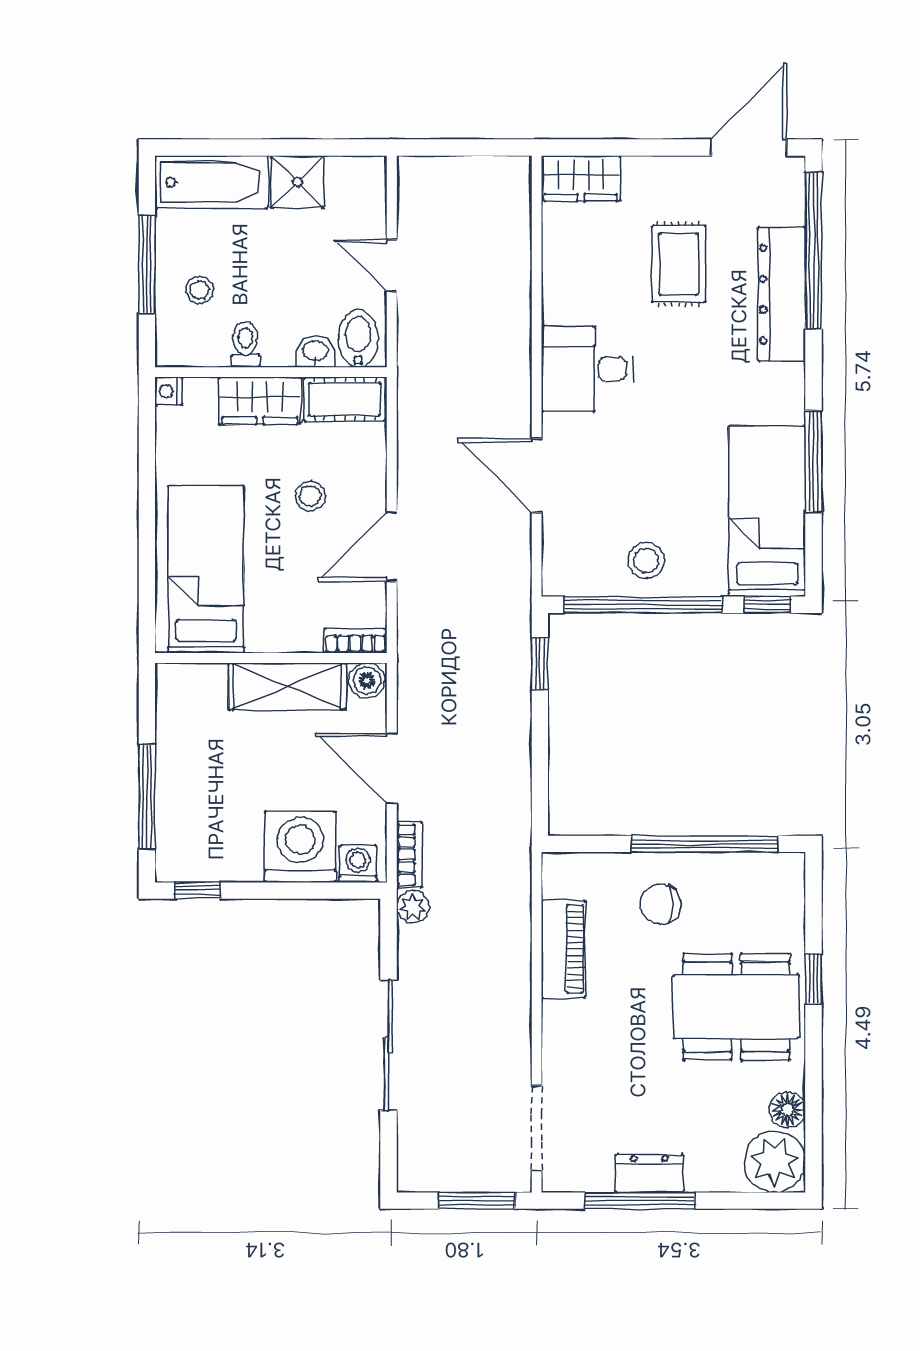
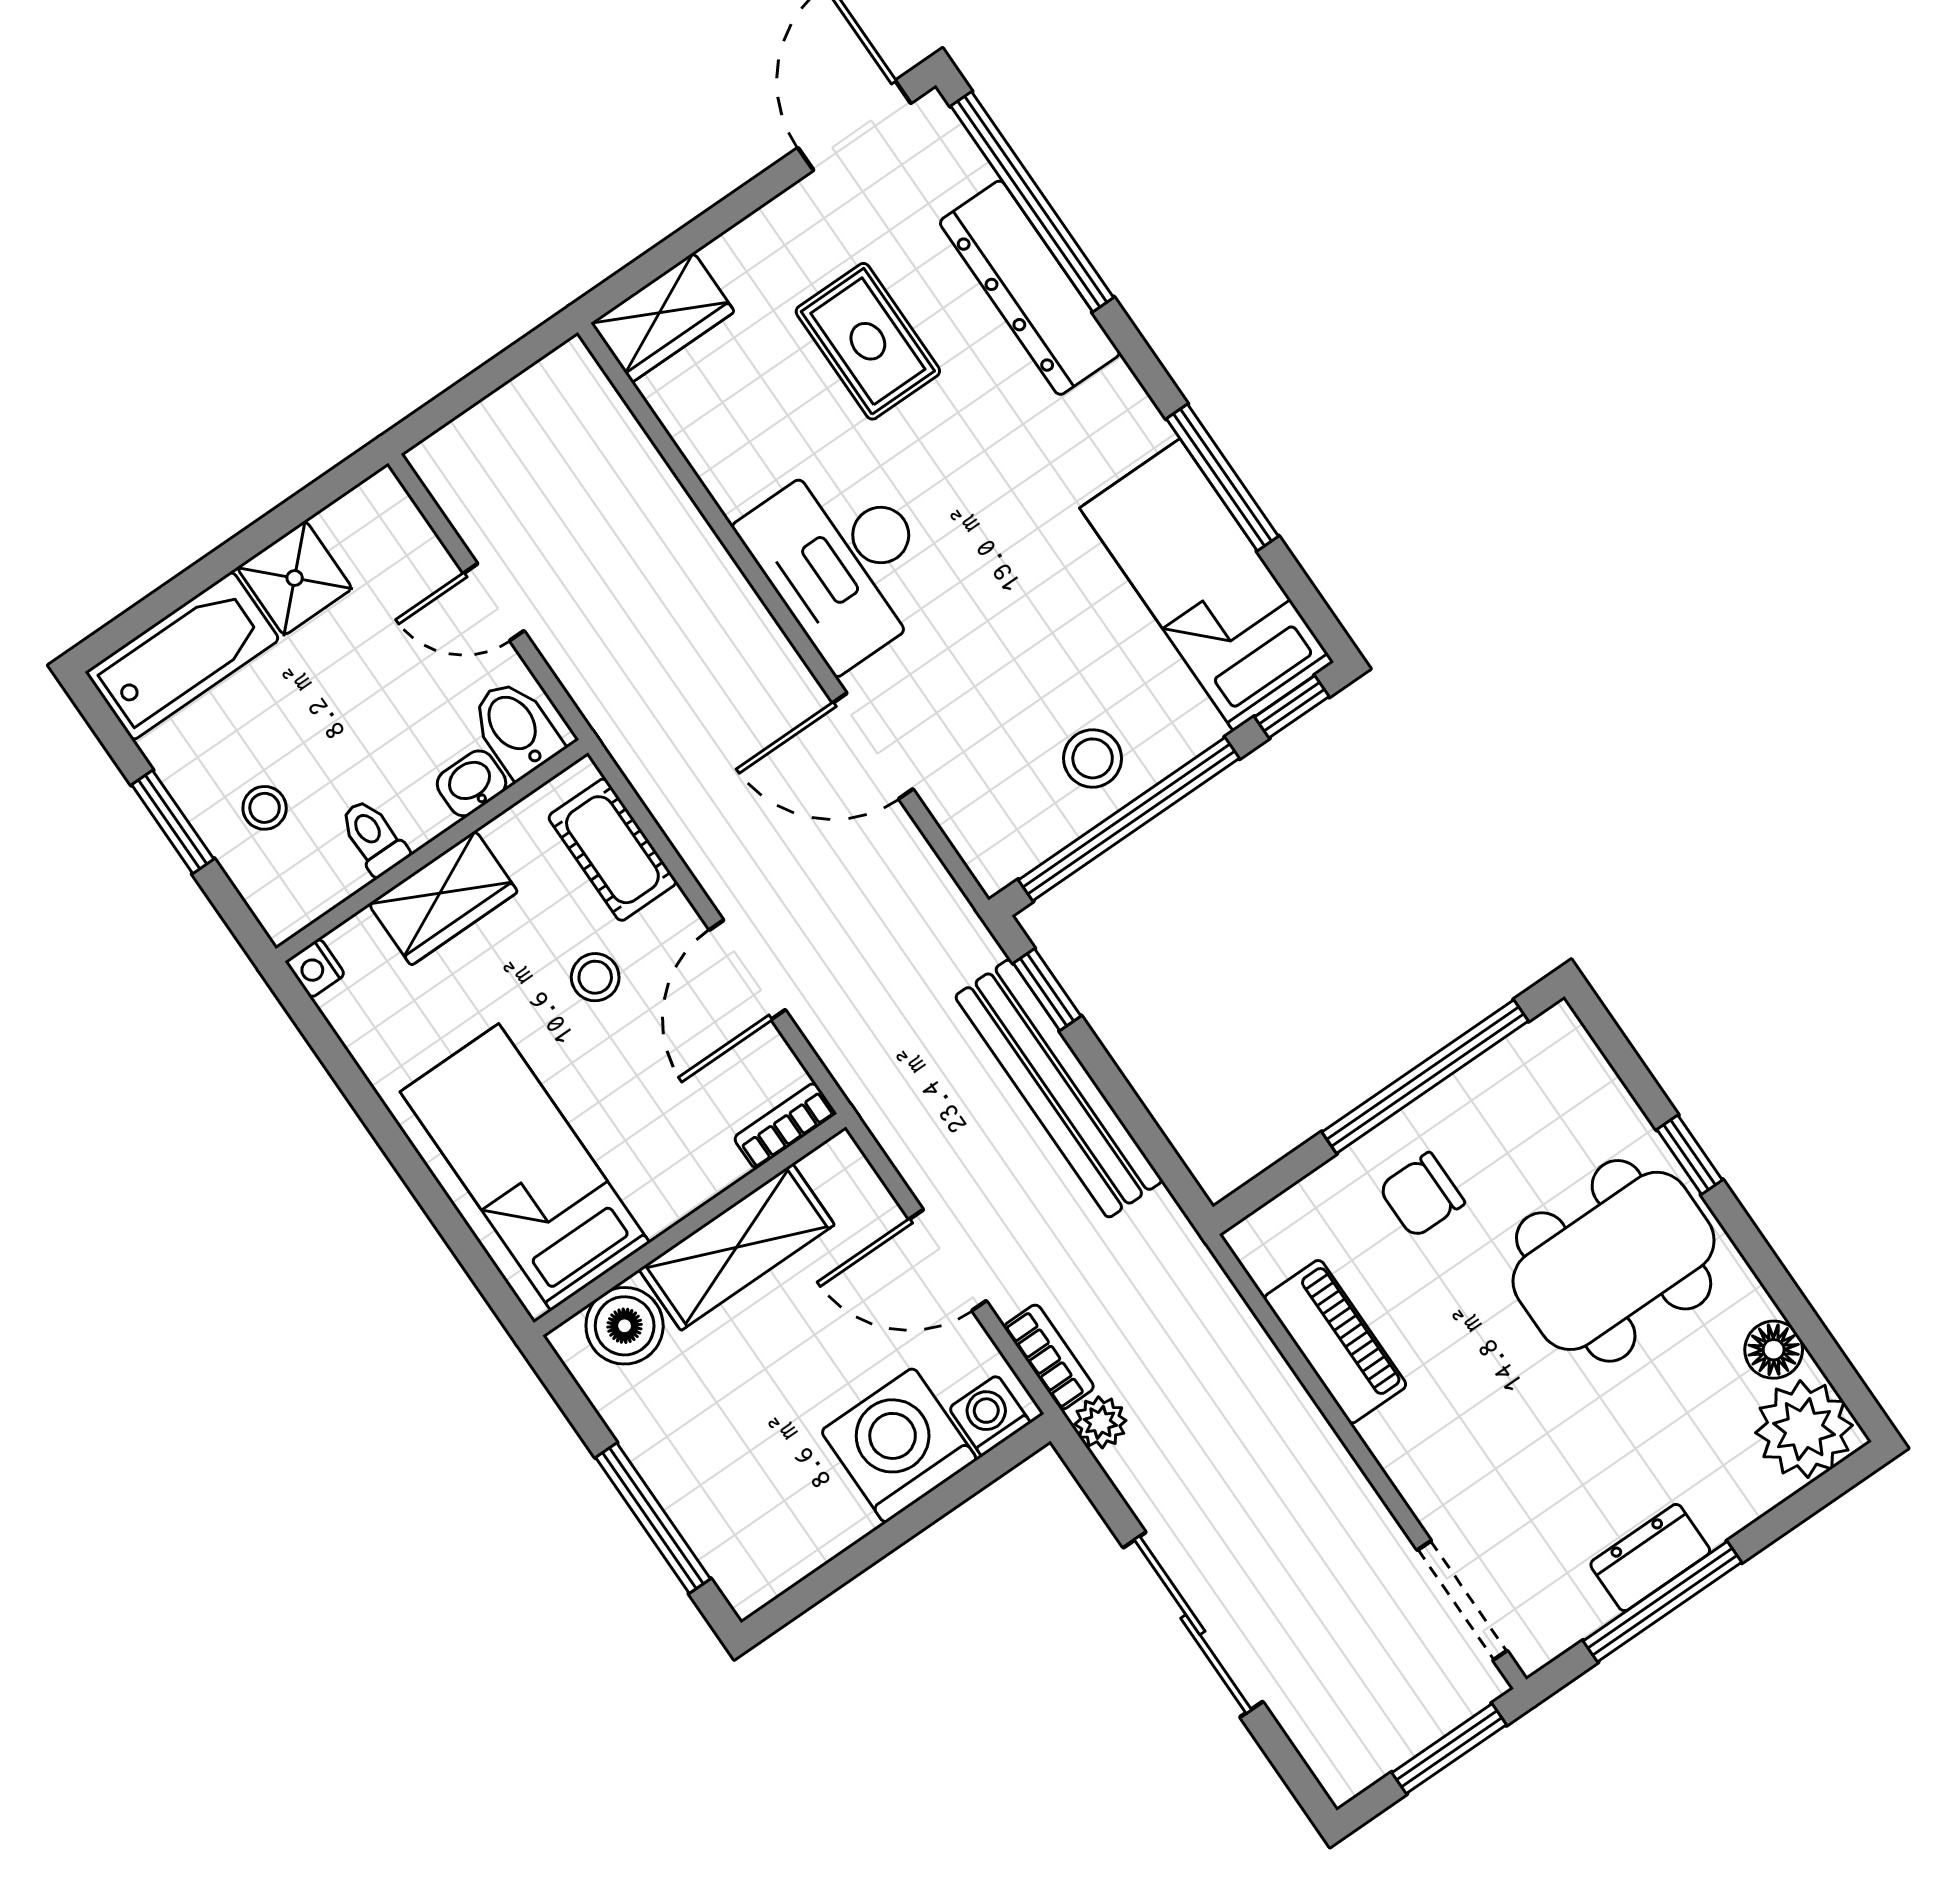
window: (147, 265) -> (173, 822), width x0.69
desk: (587, 369) -> (843, 561), width x1.37
cot: (345, 399) -> (612, 850), moved, turned 90
boiler: (367, 681) -> (625, 1326), moved, width x1.36, depth x1.36
bench: (511, 719) -> (1059, 1088), added
window: (197, 891) -> (804, 1595), removed

